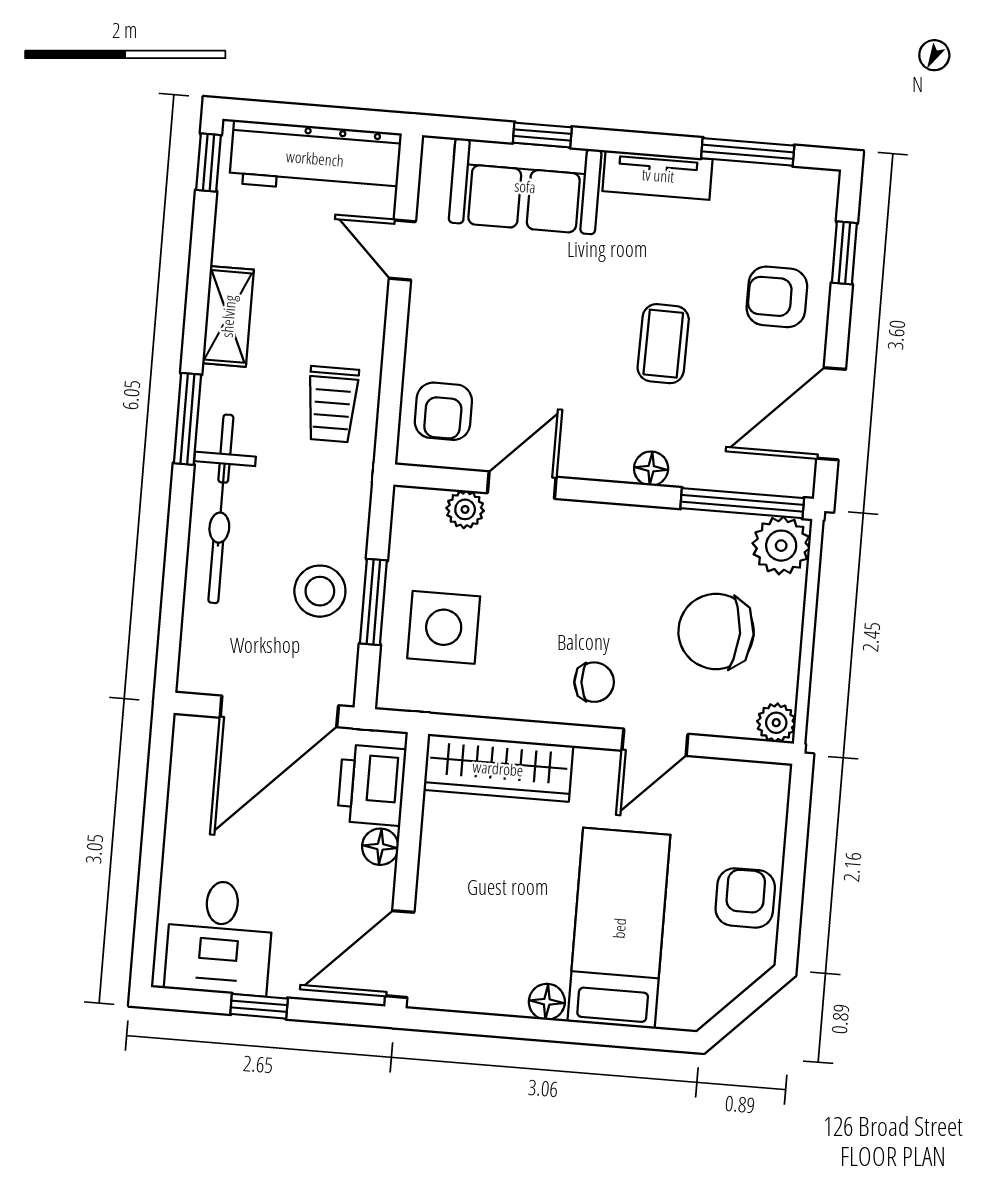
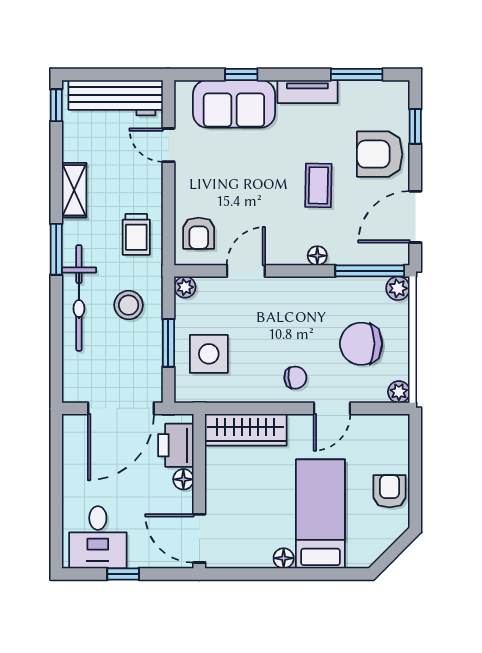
armchair: (777, 297) -> (380, 154), width x1.38, depth x1.38
plant: (465, 509) -> (185, 287), moved
plant: (781, 546) -> (398, 288), width x0.73, depth x0.73
stool: (320, 591) -> (129, 305), moved
door: (400, 954) -> (199, 538), hinge flipped

